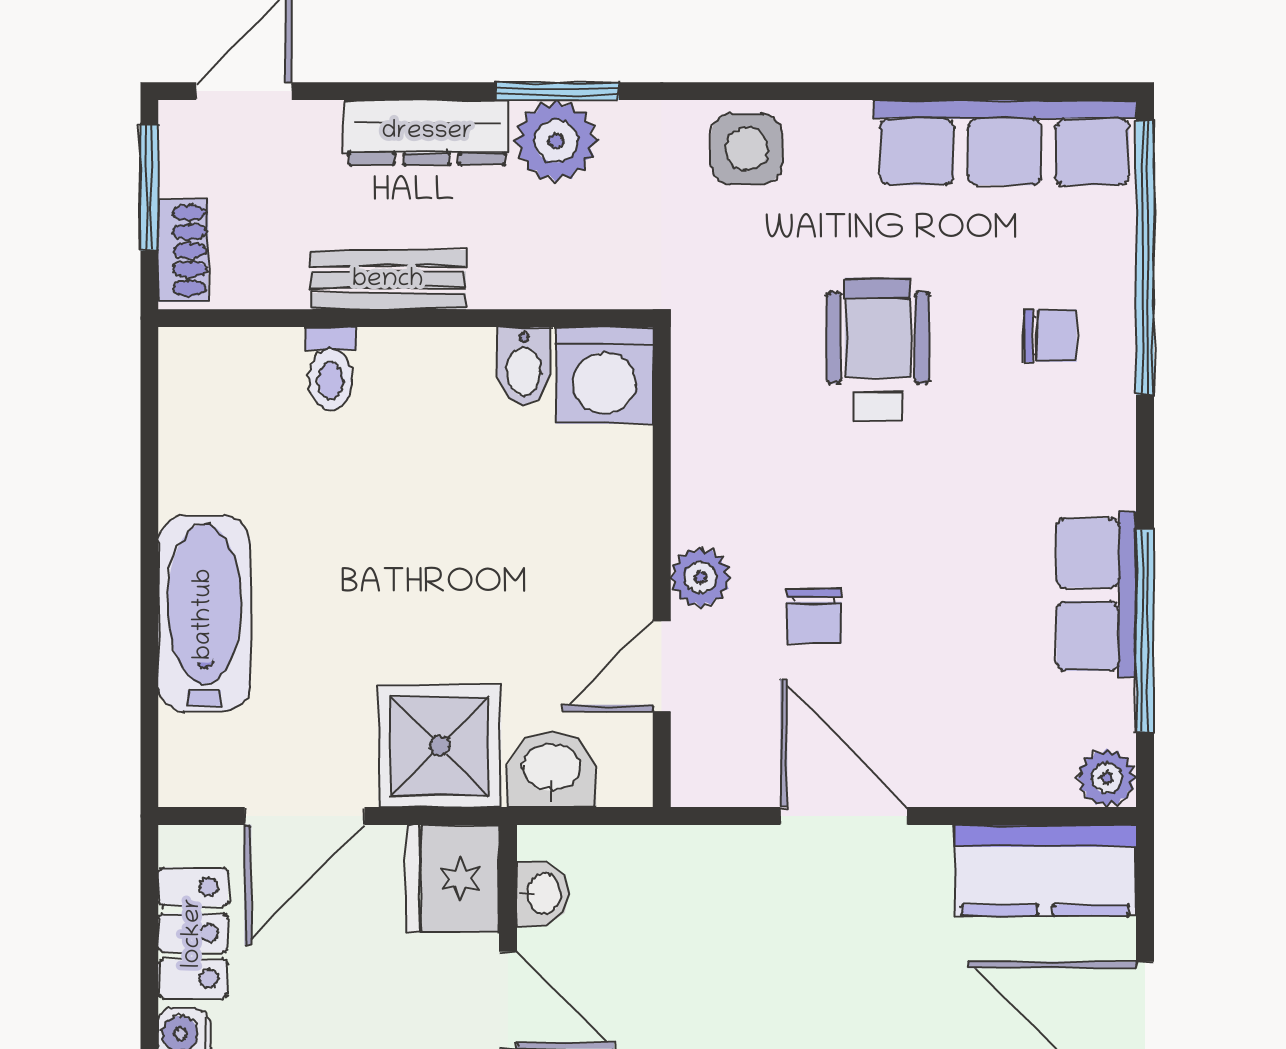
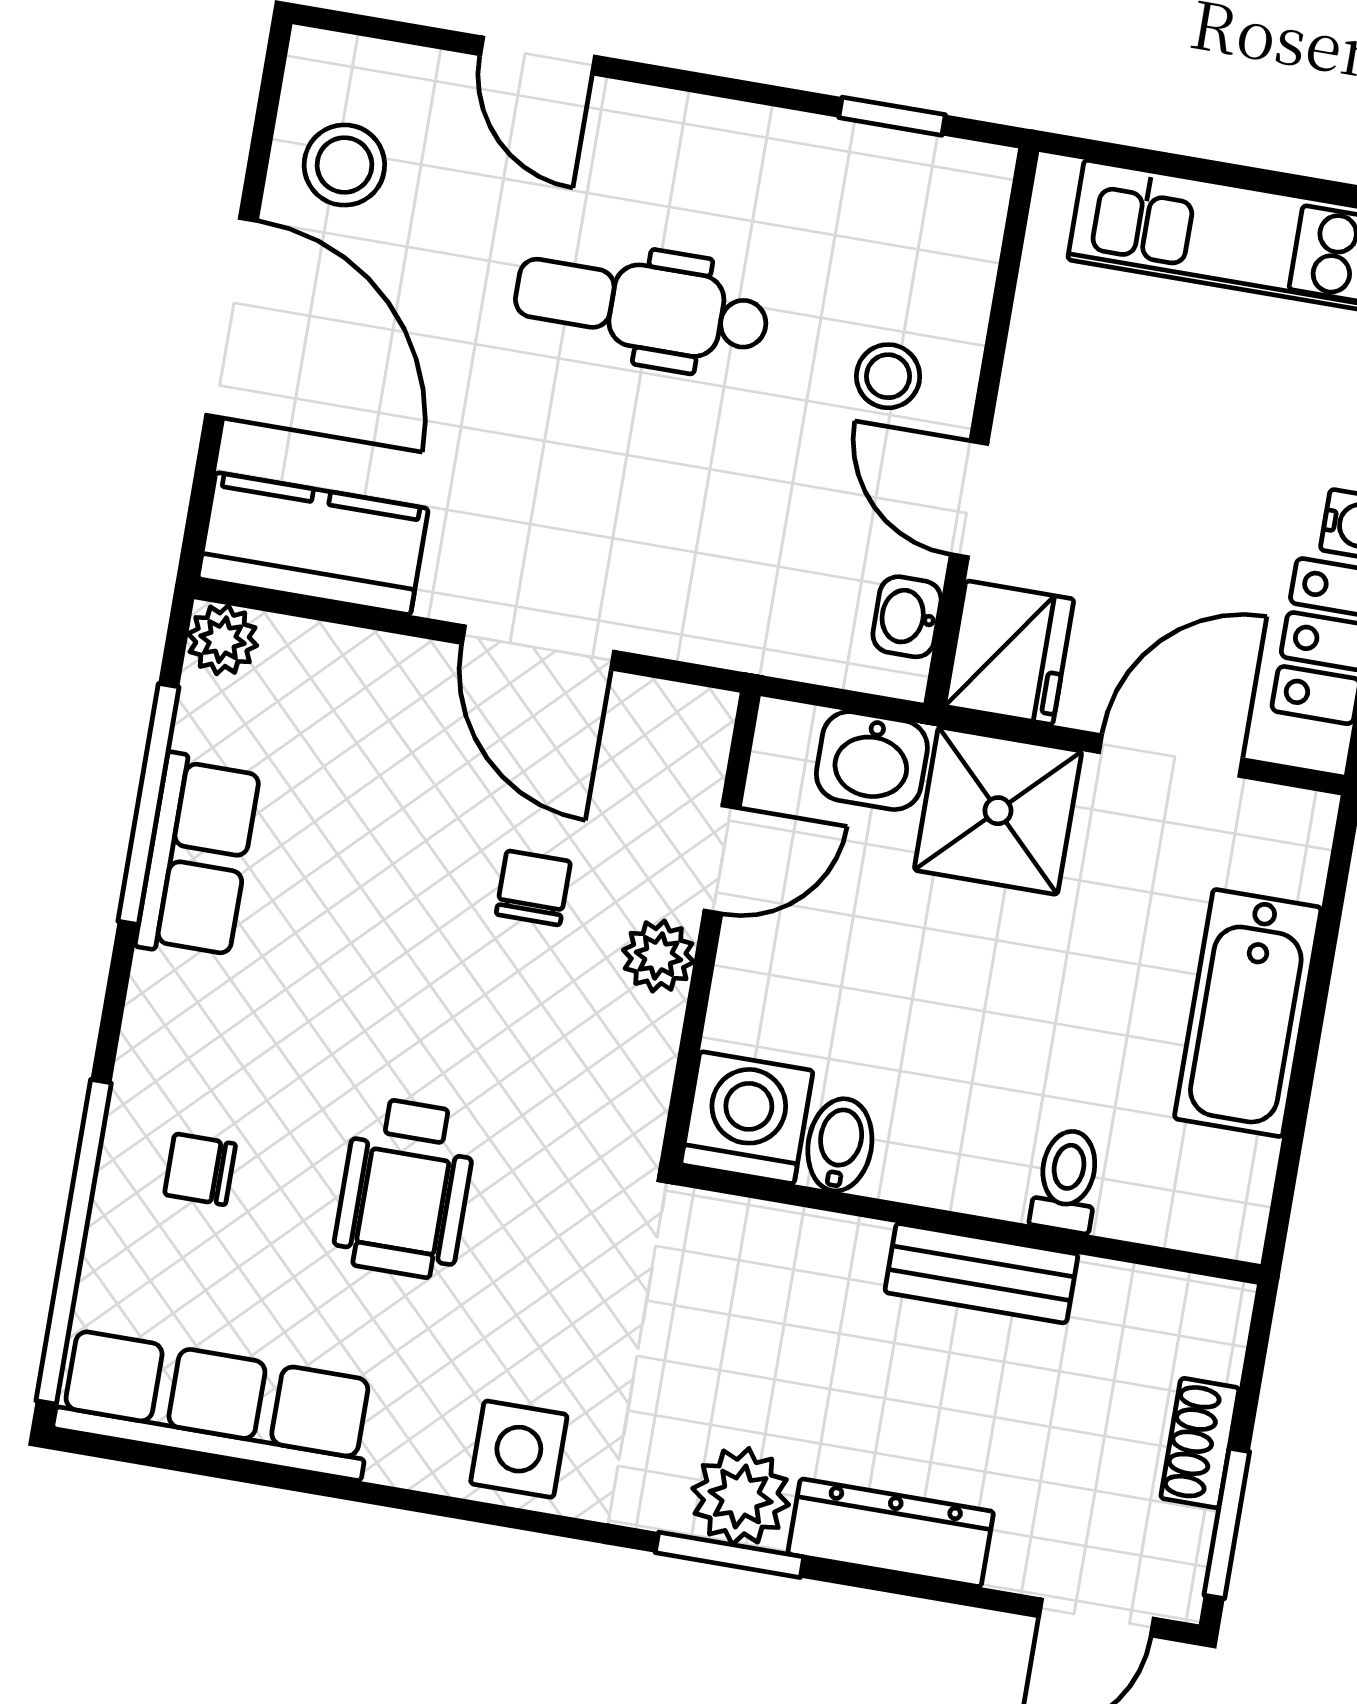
bench: (388, 280) -> (981, 1273), moved
wall: (406, 318) -> (969, 1225), moved
bidet: (524, 366) -> (840, 1145), moved
toilet: (331, 369) -> (1067, 1180), moved
washing machine: (605, 375) -> (747, 1118), moved

